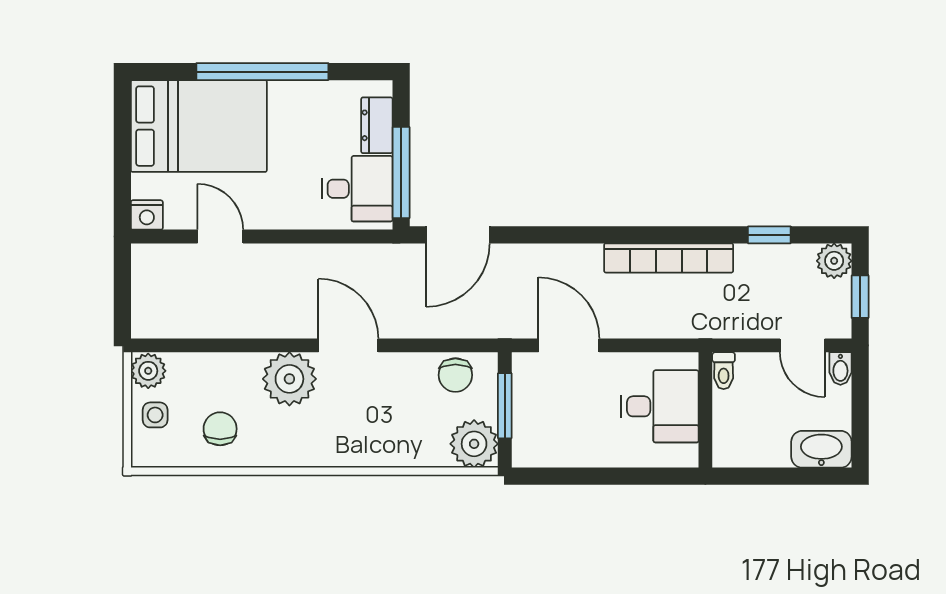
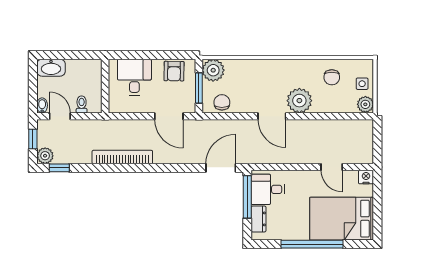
window: (769, 235) -> (59, 168), moved
toilet: (724, 371) -> (82, 104), moved
desk: (660, 406) -> (134, 77), moved, turned 90
armchair: (558, 442) -> (174, 71), added

